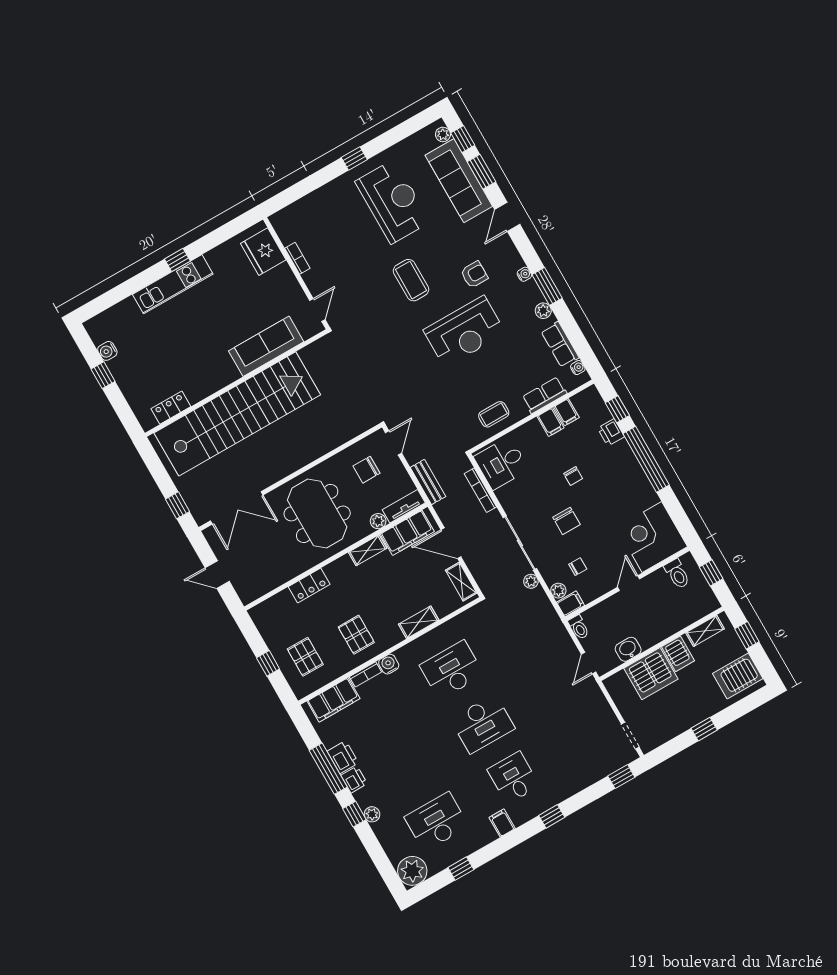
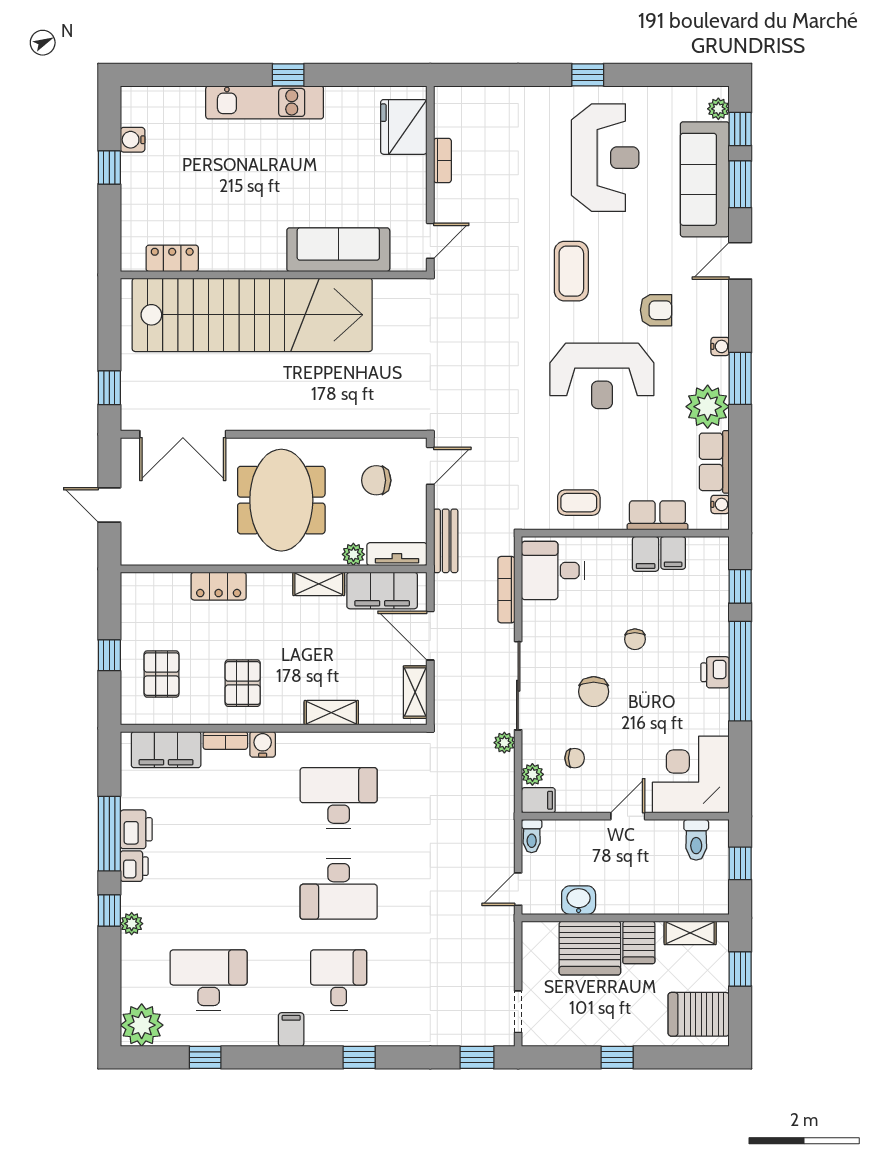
plant: (543, 311) -> (708, 407), width x1.88, depth x1.88
printer: (611, 432) -> (715, 672), moved

